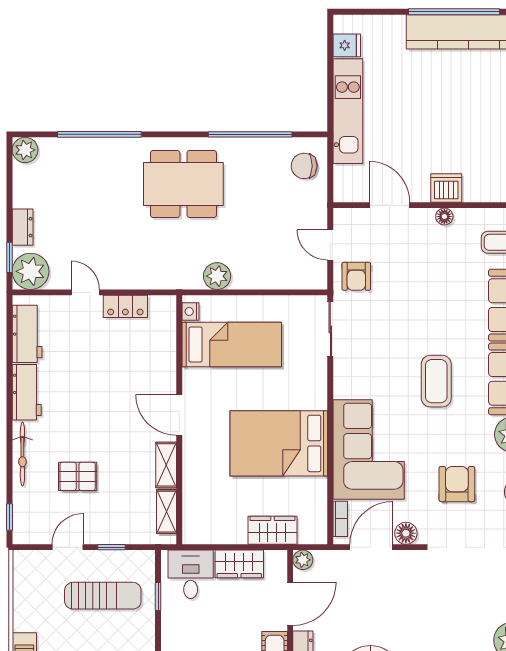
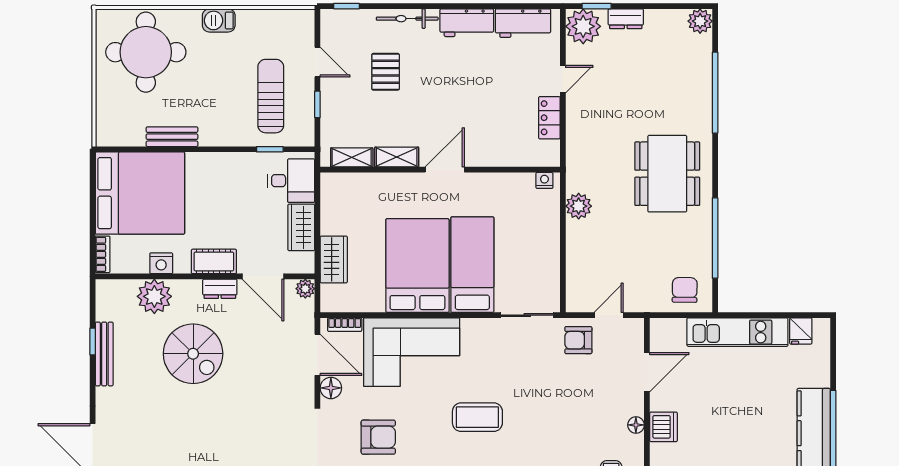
bed: (232, 345) -> (472, 265), moved, turned 180
sun lounger: (103, 596) -> (271, 96), turned 180

